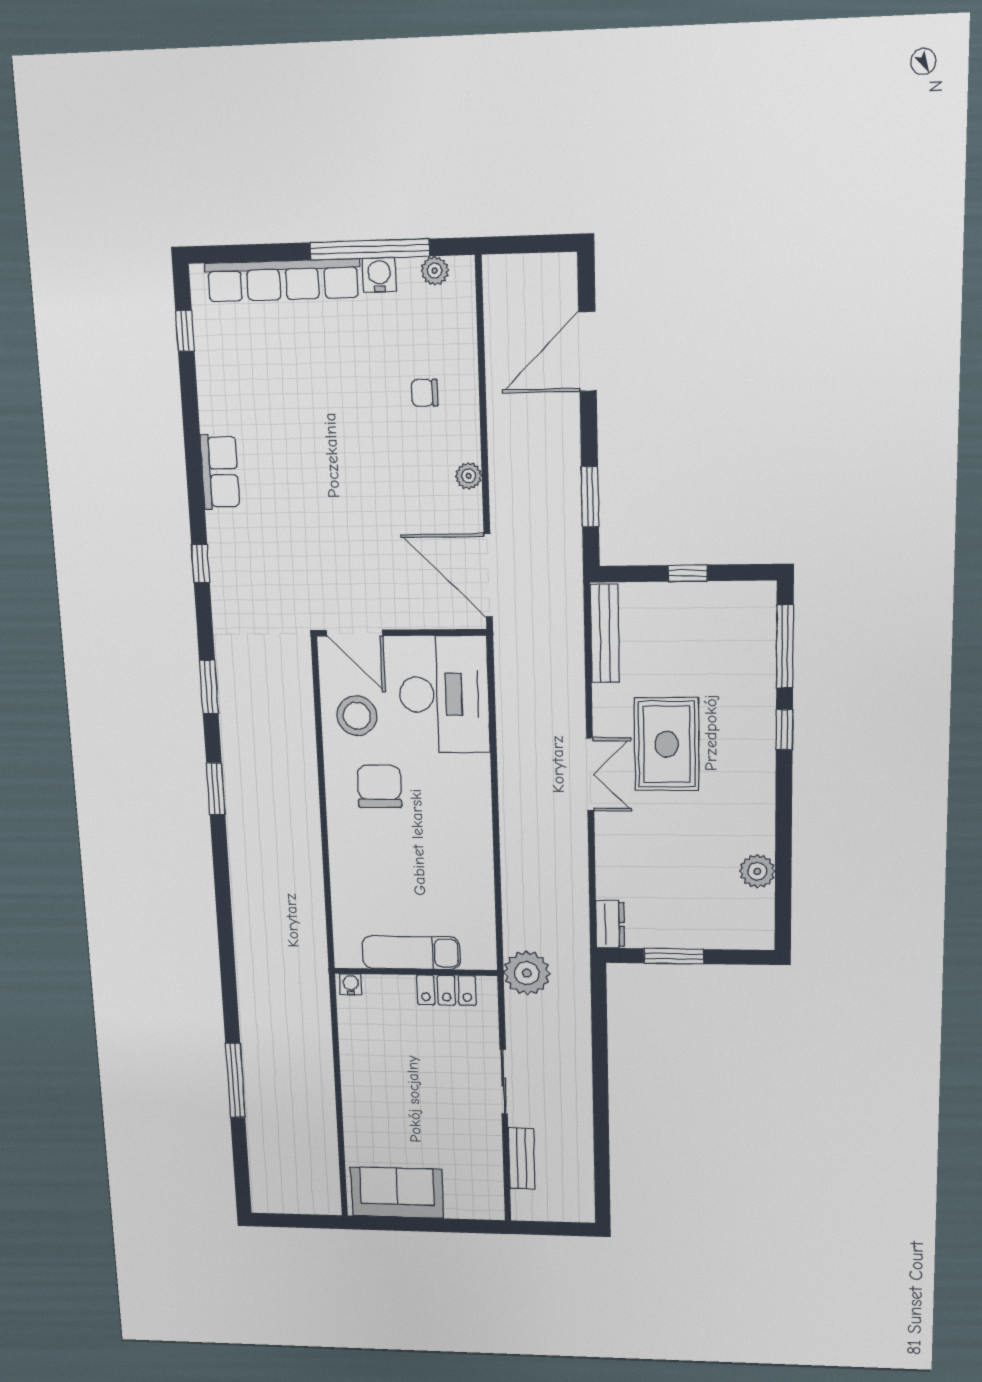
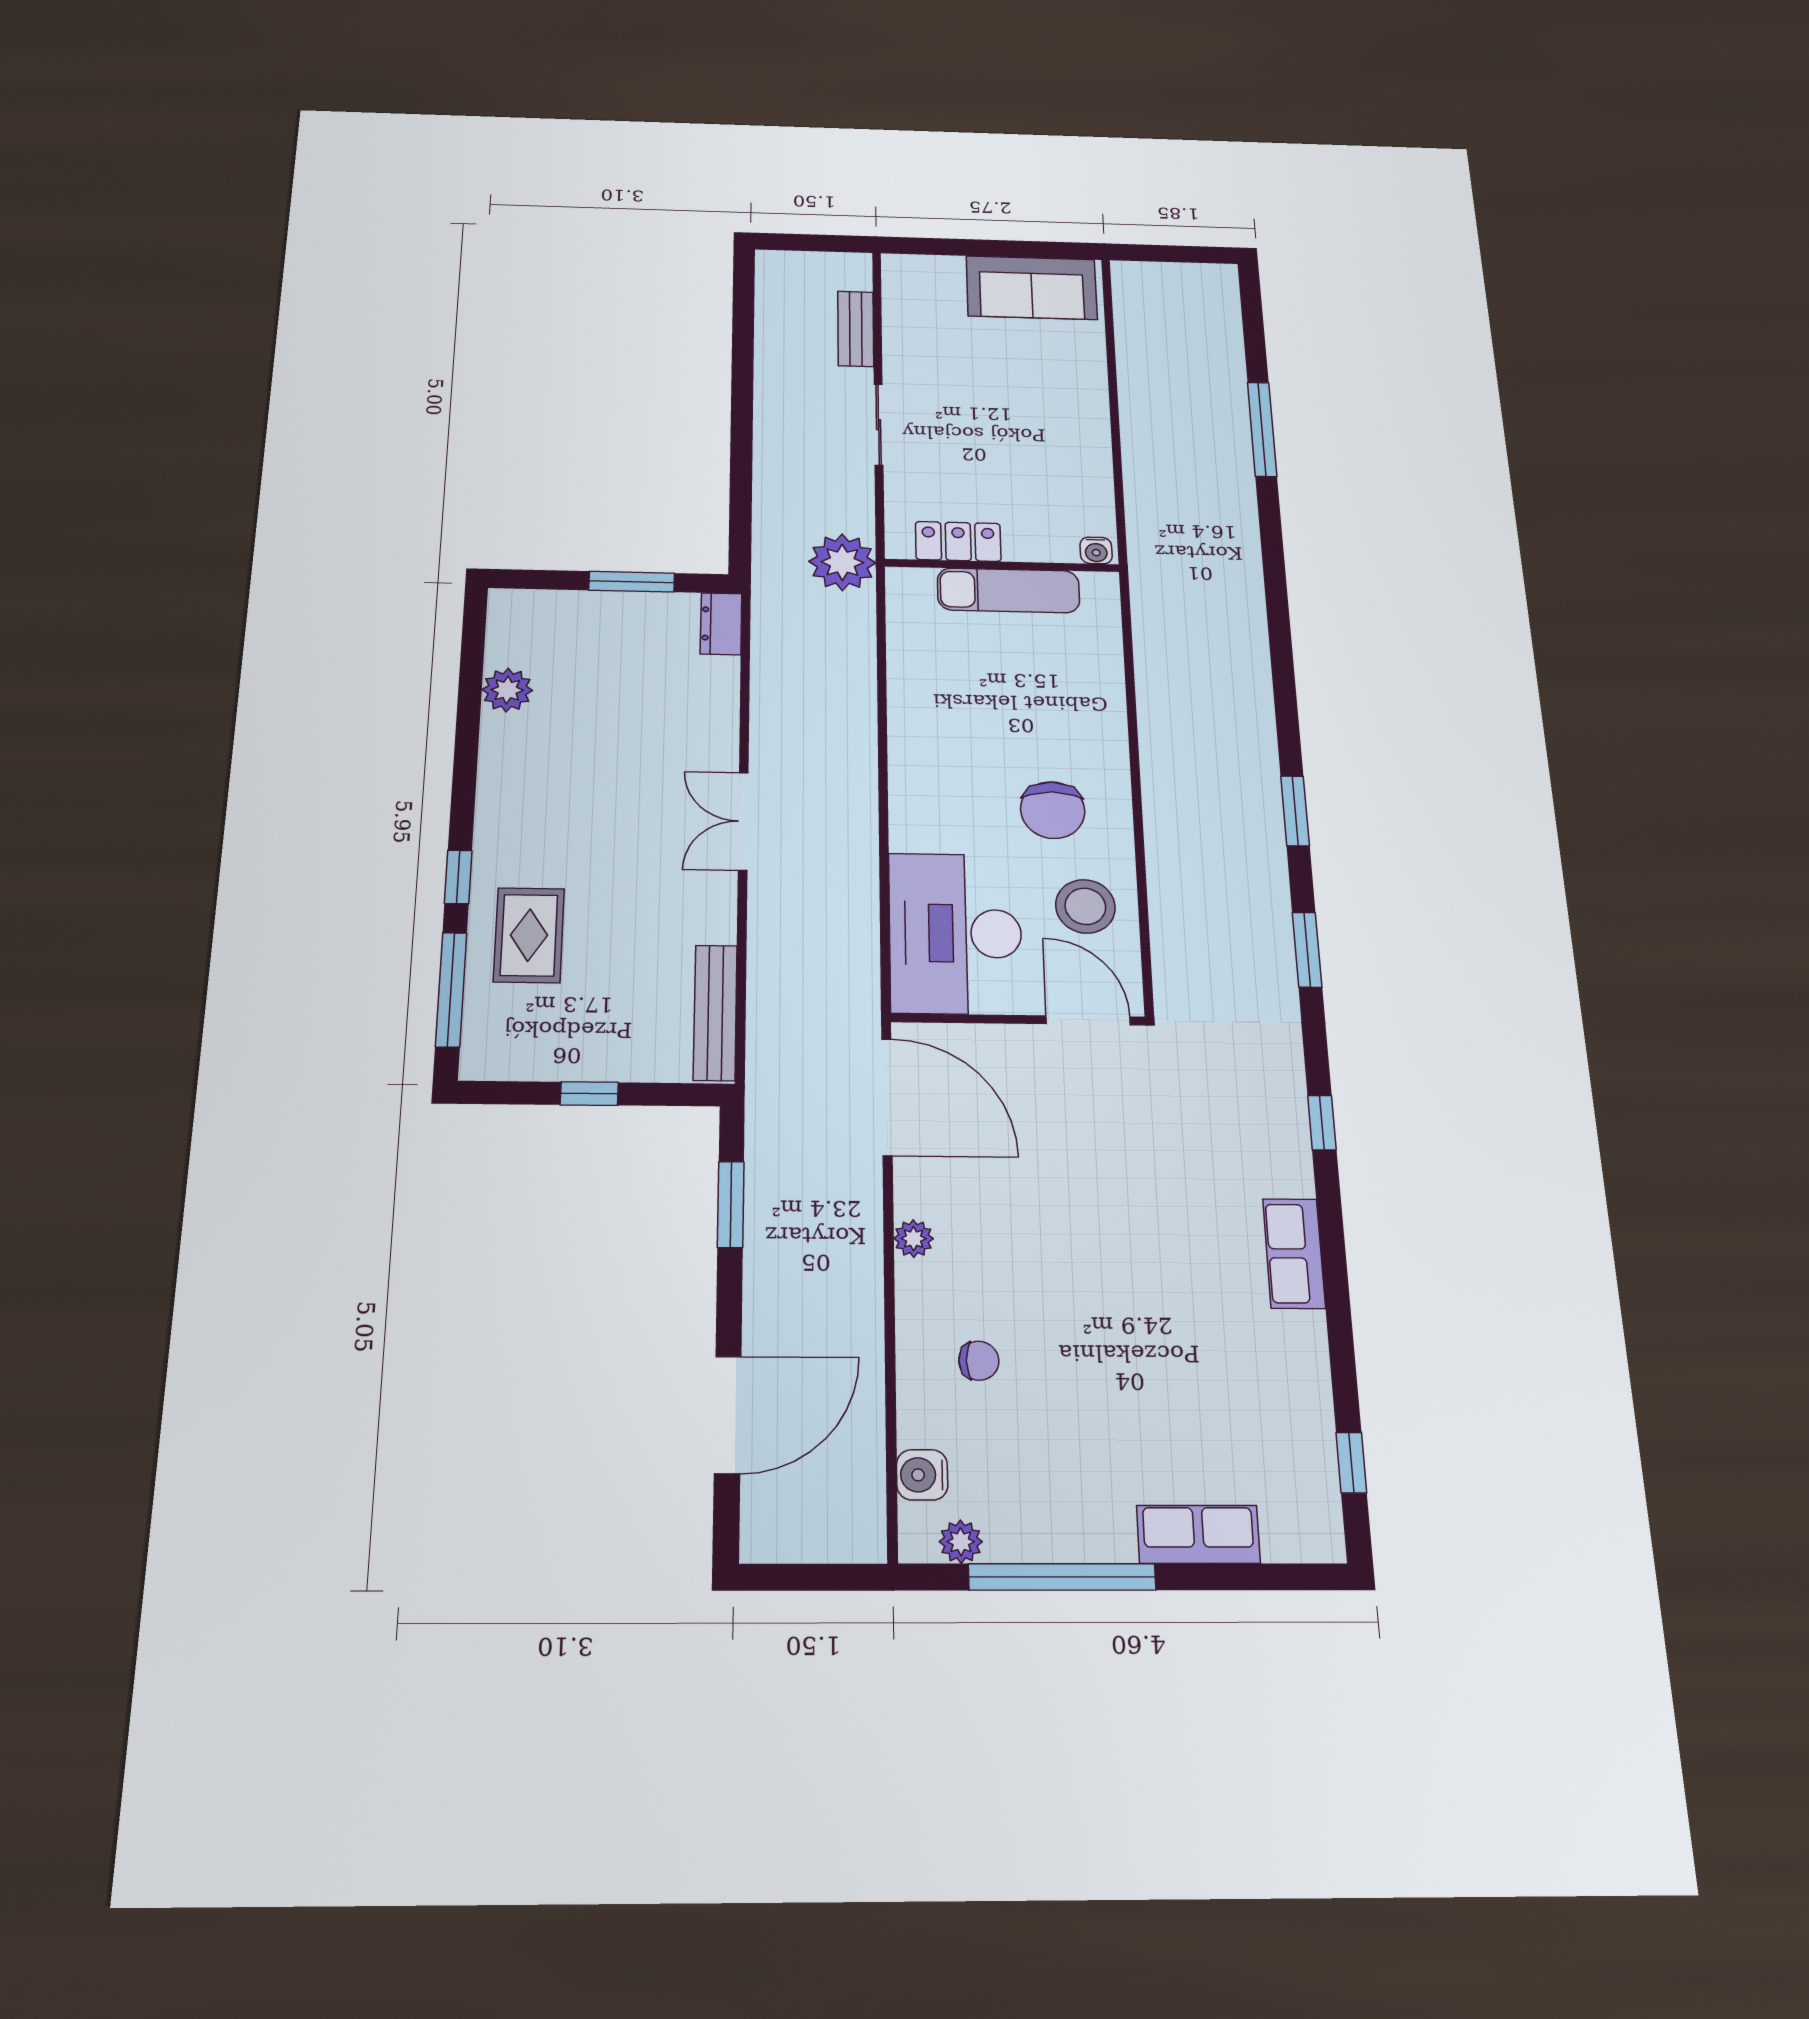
water cooler: (379, 275) -> (922, 1475), moved, turned 90
row of seats: (283, 280) -> (1198, 1534), width x0.50
rug: (667, 744) -> (529, 935), moved, width x0.73, depth x0.70

